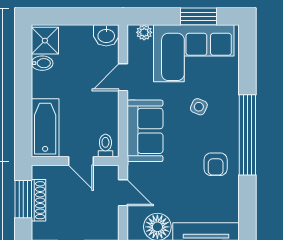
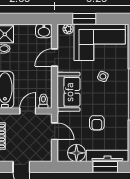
window: (199, 16) -> (84, 19), moved
door: (81, 161) -> (28, 111), swing flipped
armchair: (216, 164) -> (97, 123), moved

